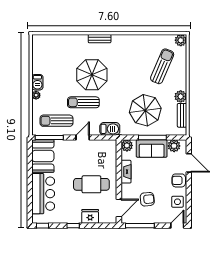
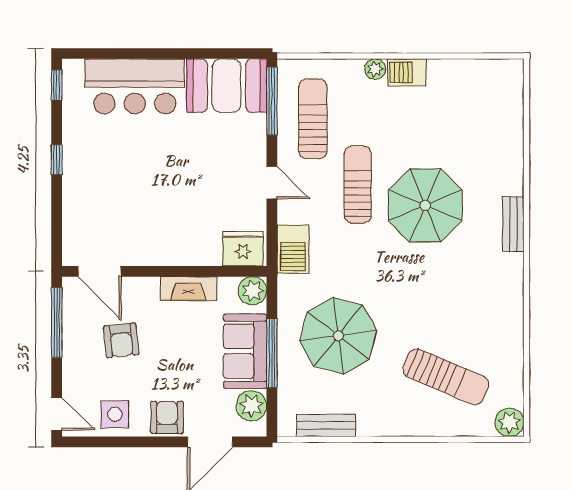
plant: (181, 96) -> (372, 422), removed
cafe table: (91, 184) -> (157, 204), removed
fridge: (90, 216) -> (243, 249), moved, turned -90

